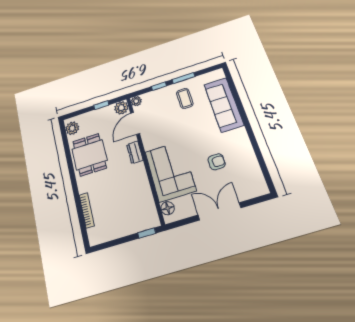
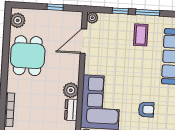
plant: (121, 108) -> (71, 90), moved
dresser: (135, 152) -> (71, 110), moved

